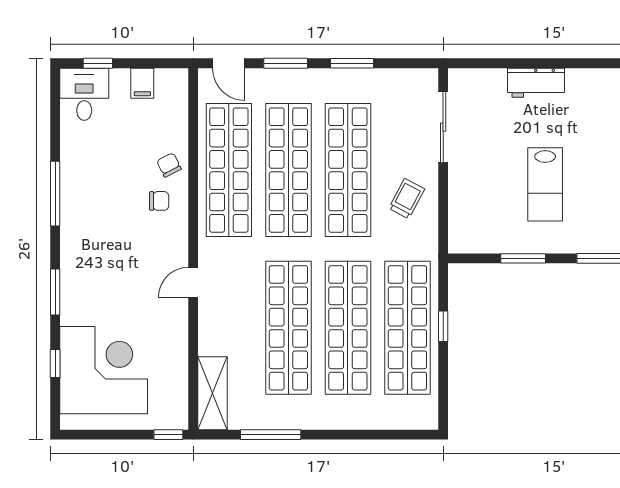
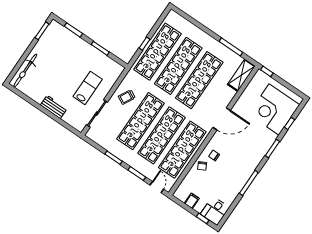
lab bench: (545, 184) -> (88, 88), moved
door: (193, 282) -> (222, 119), width x1.88

